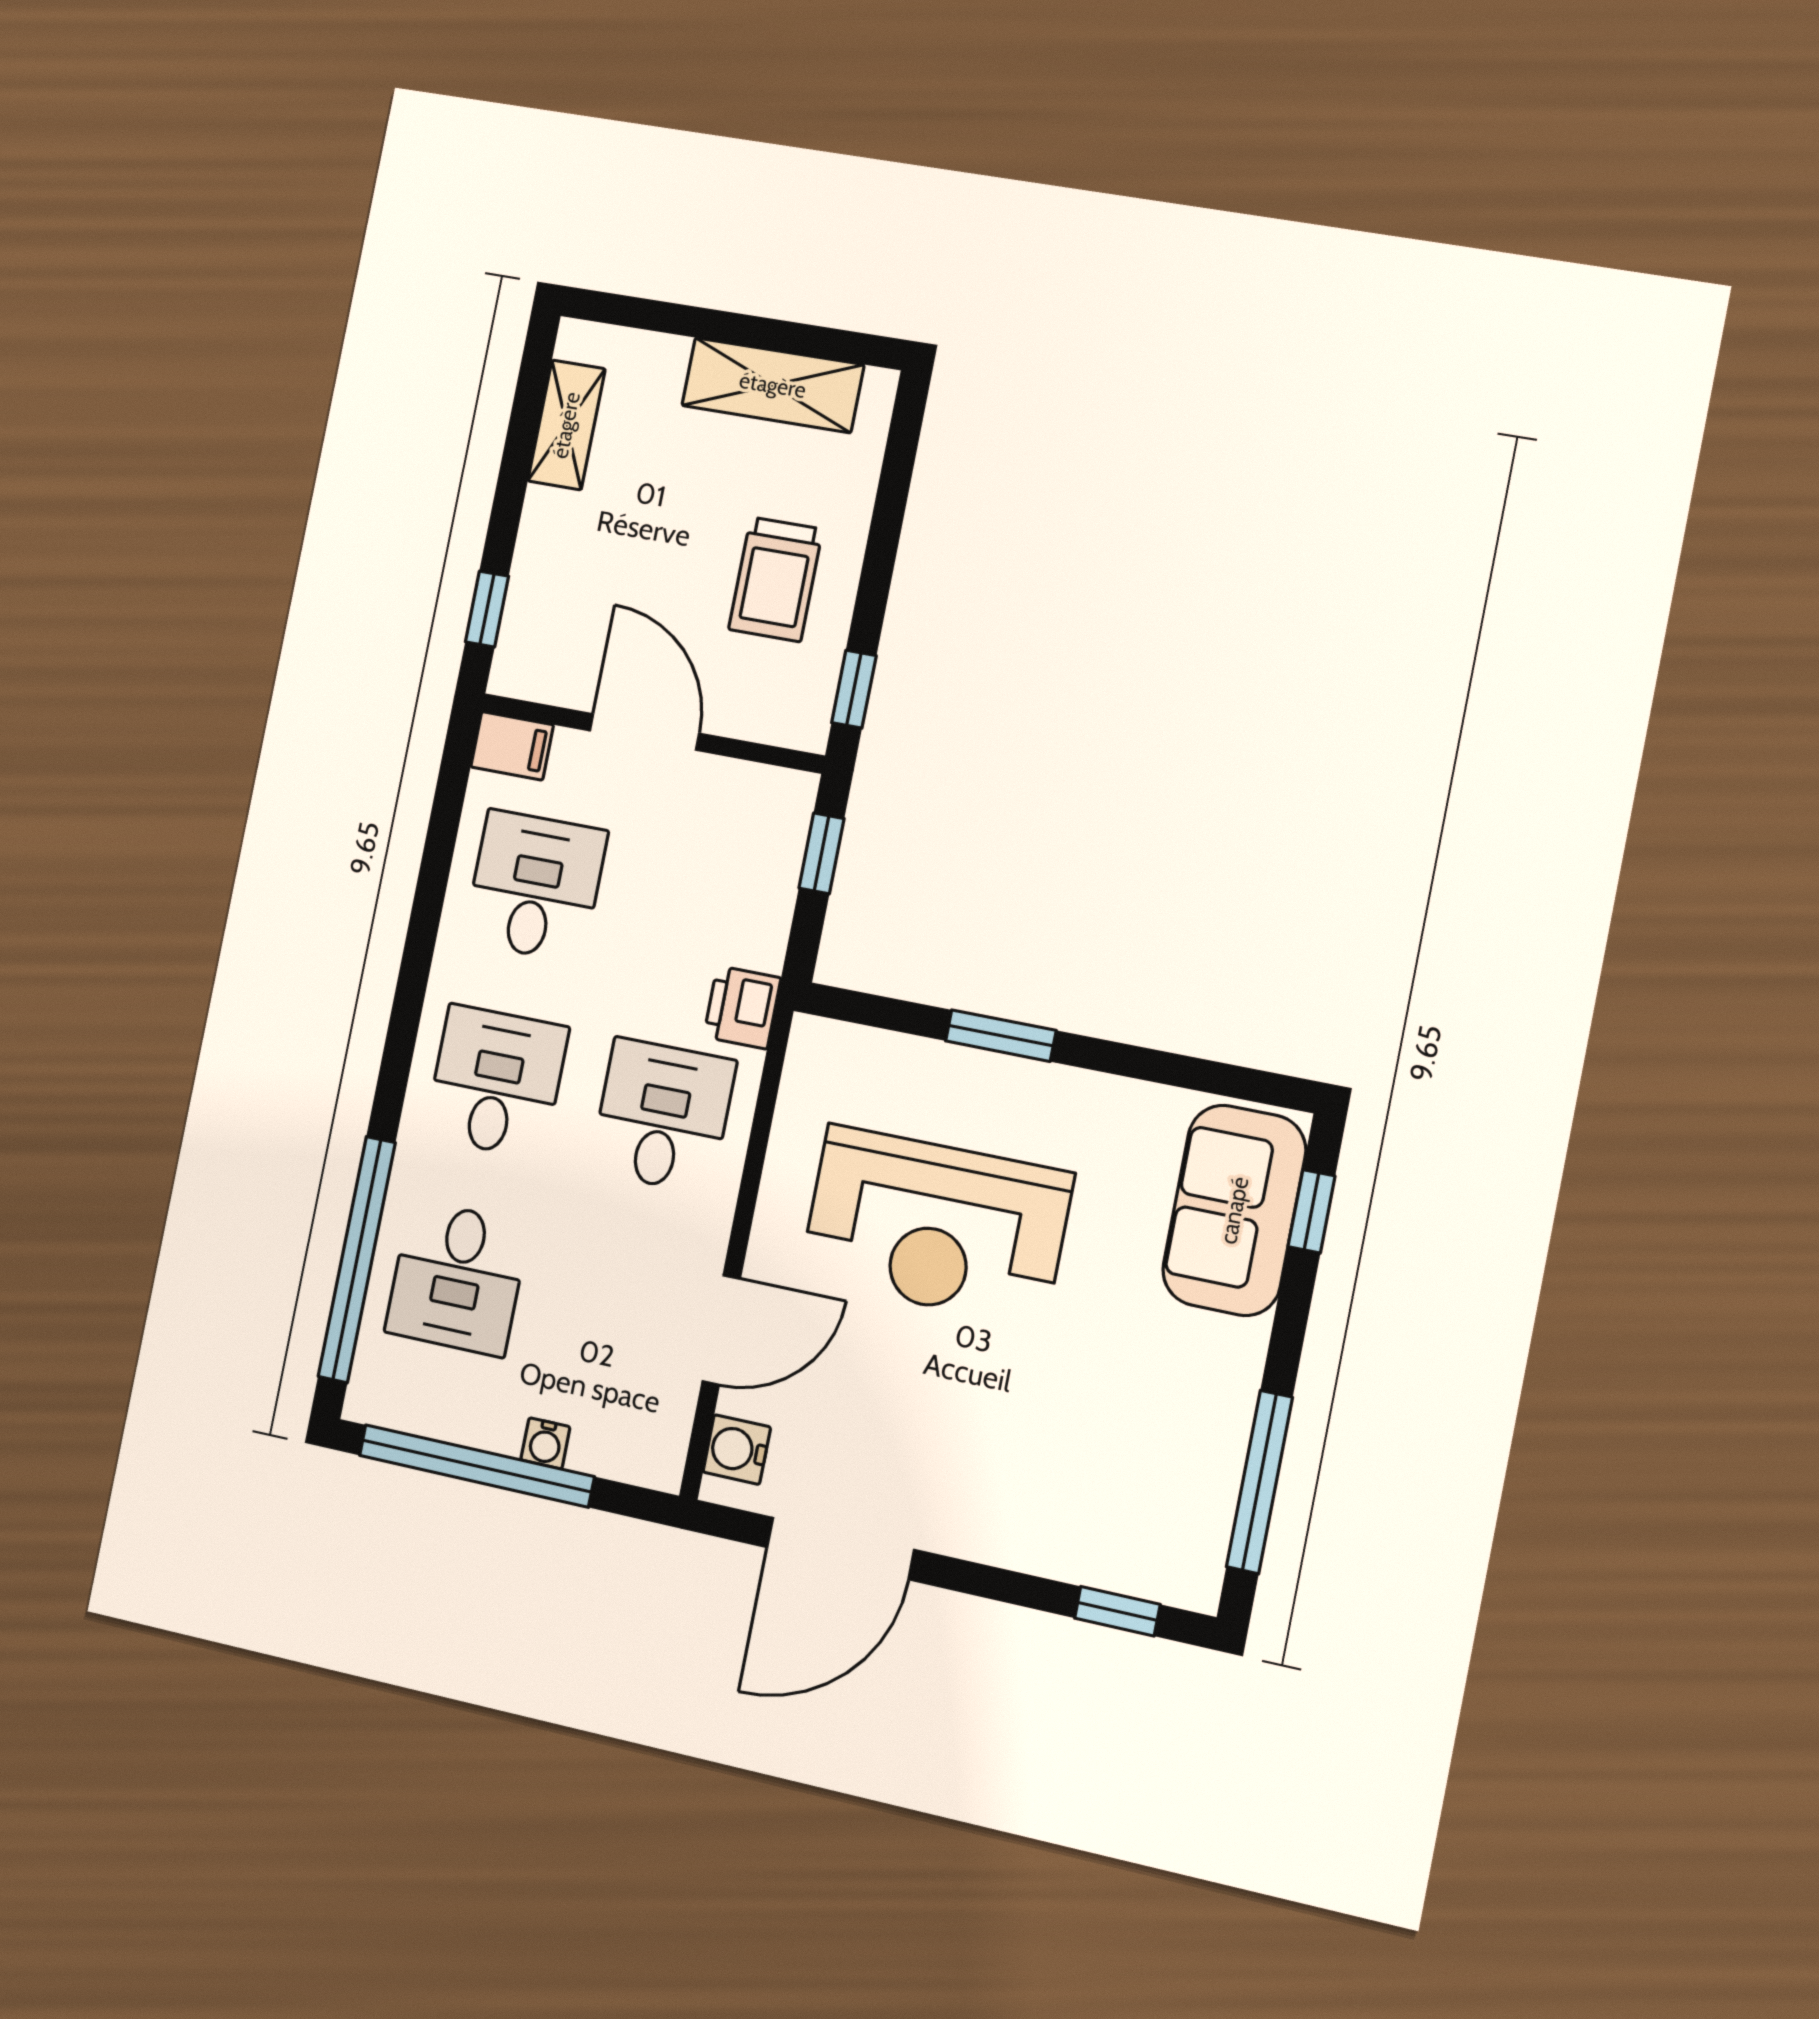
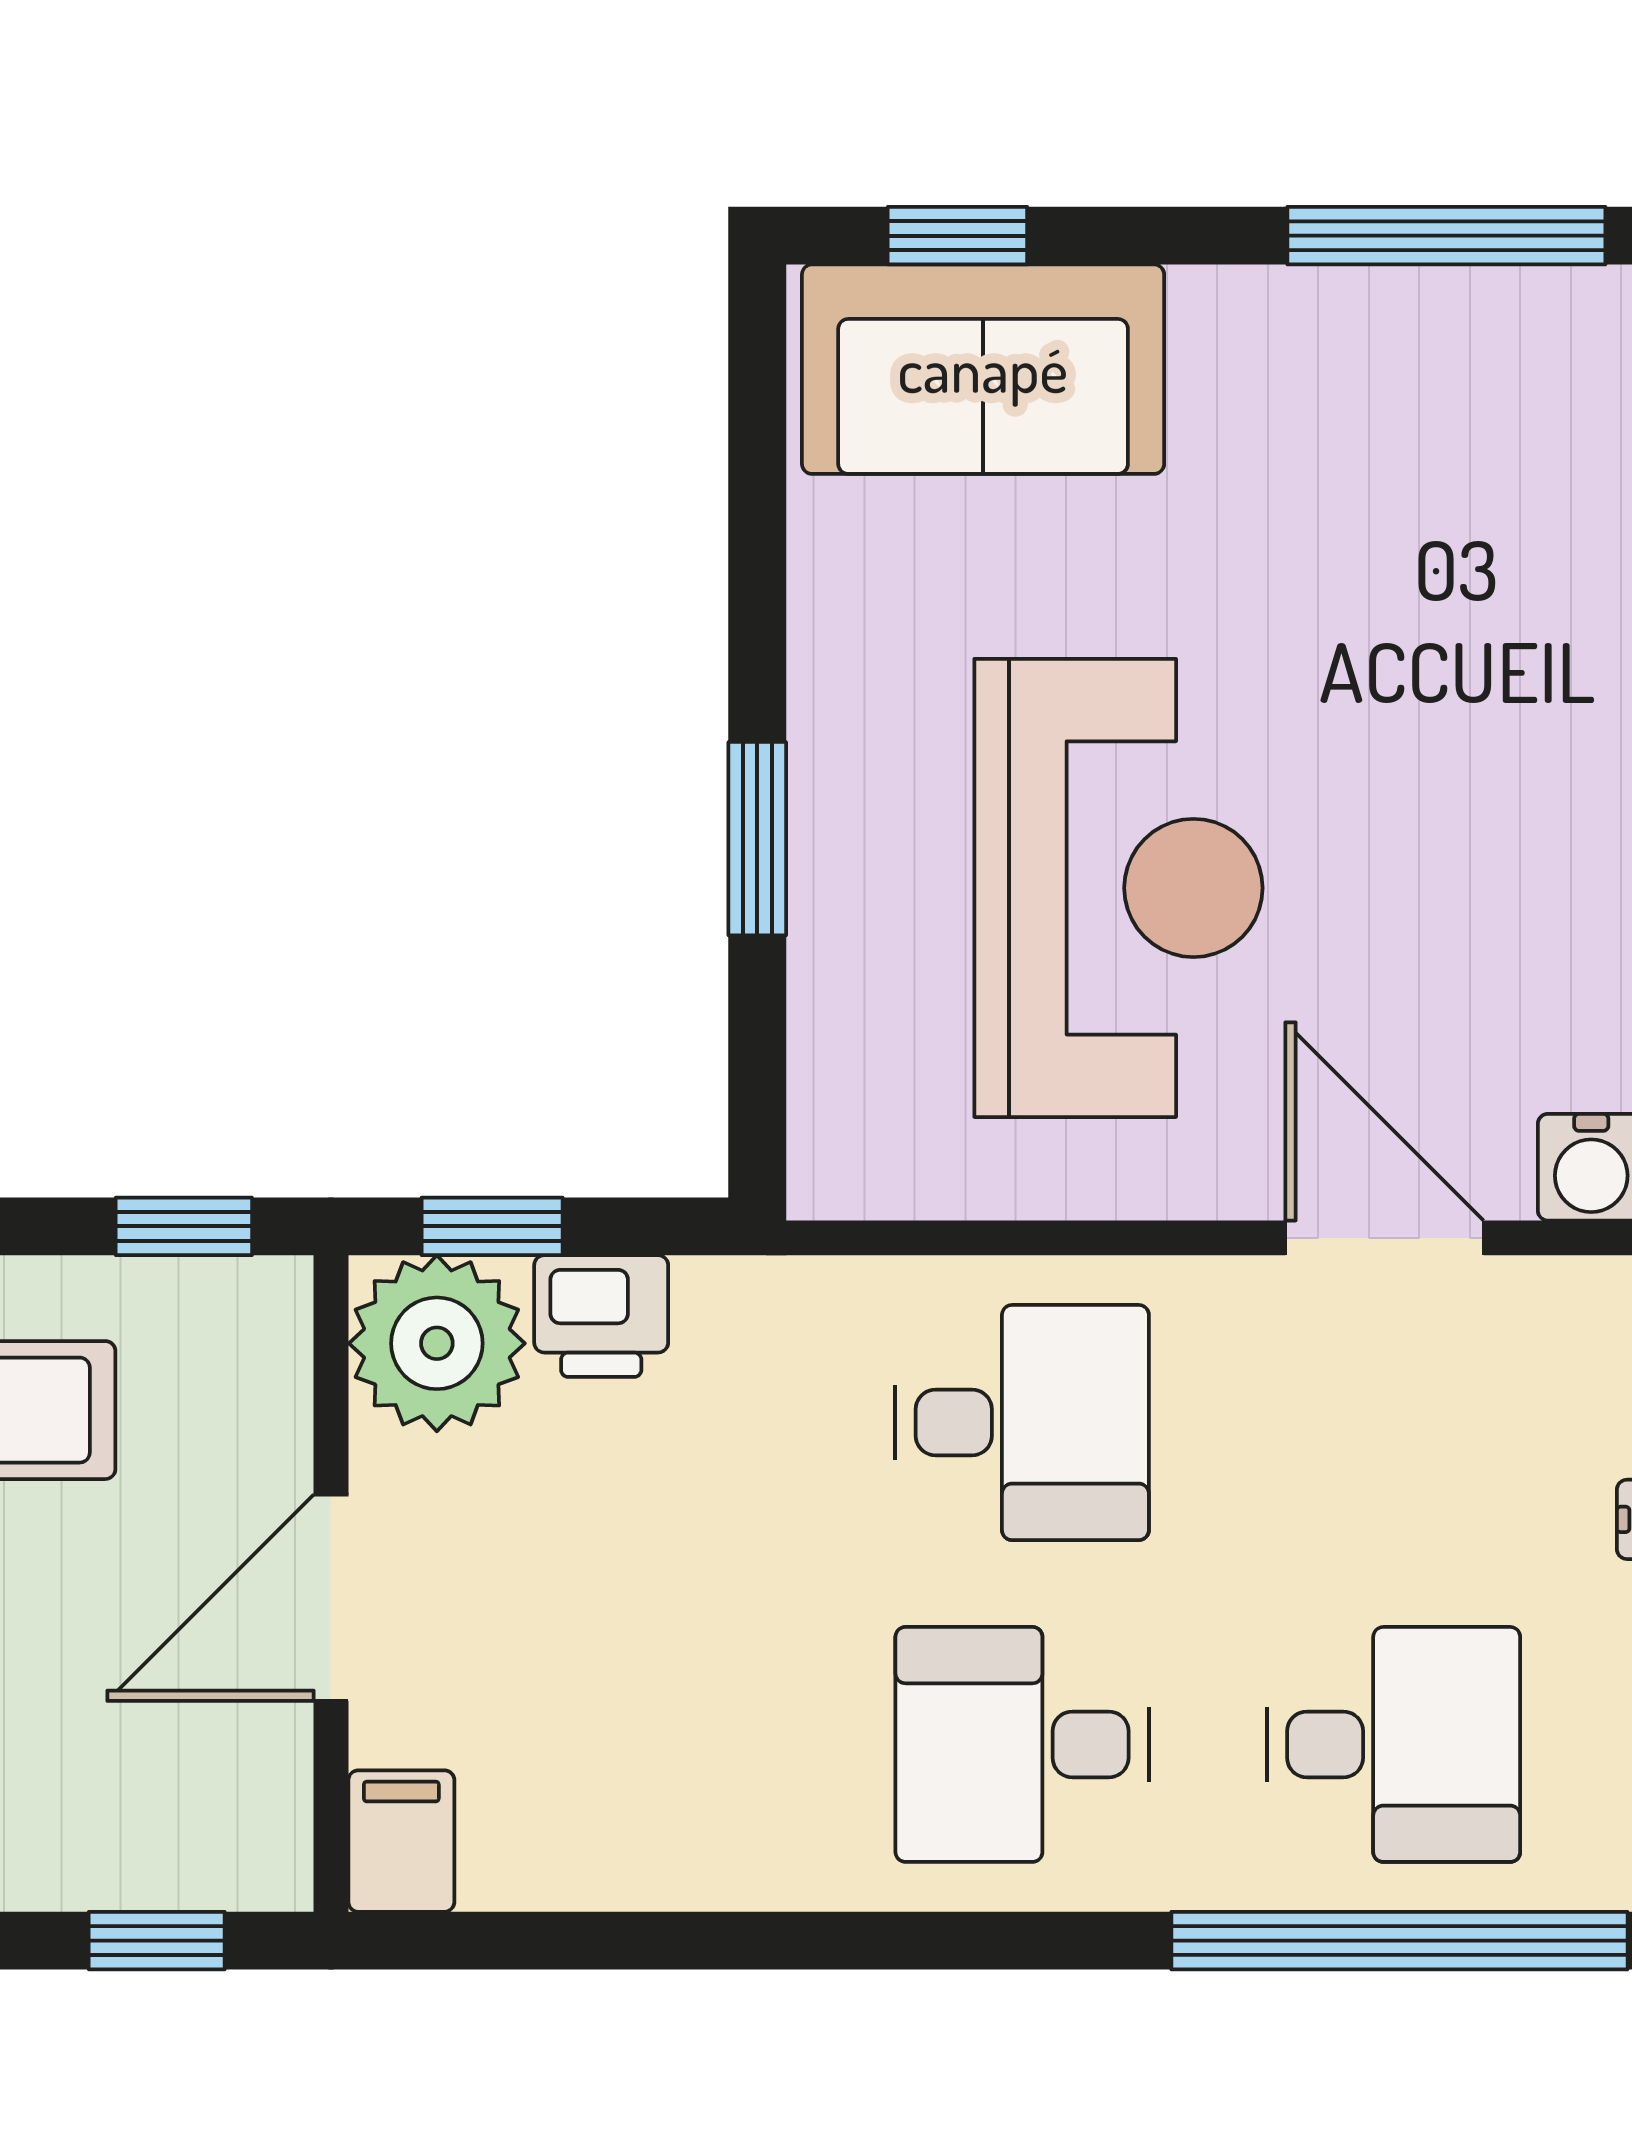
plant: (766, 812) -> (437, 1343), added
desk: (535, 886) -> (651, 1744), removed
printer: (742, 1007) -> (601, 1316), moved
desk: (663, 1116) -> (1022, 1422), turned 180

